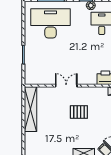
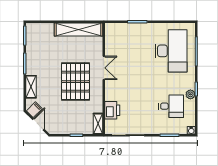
pallet: (79, 112) -> (75, 82), width x2.05, depth x2.00

